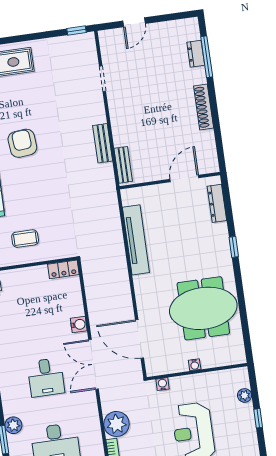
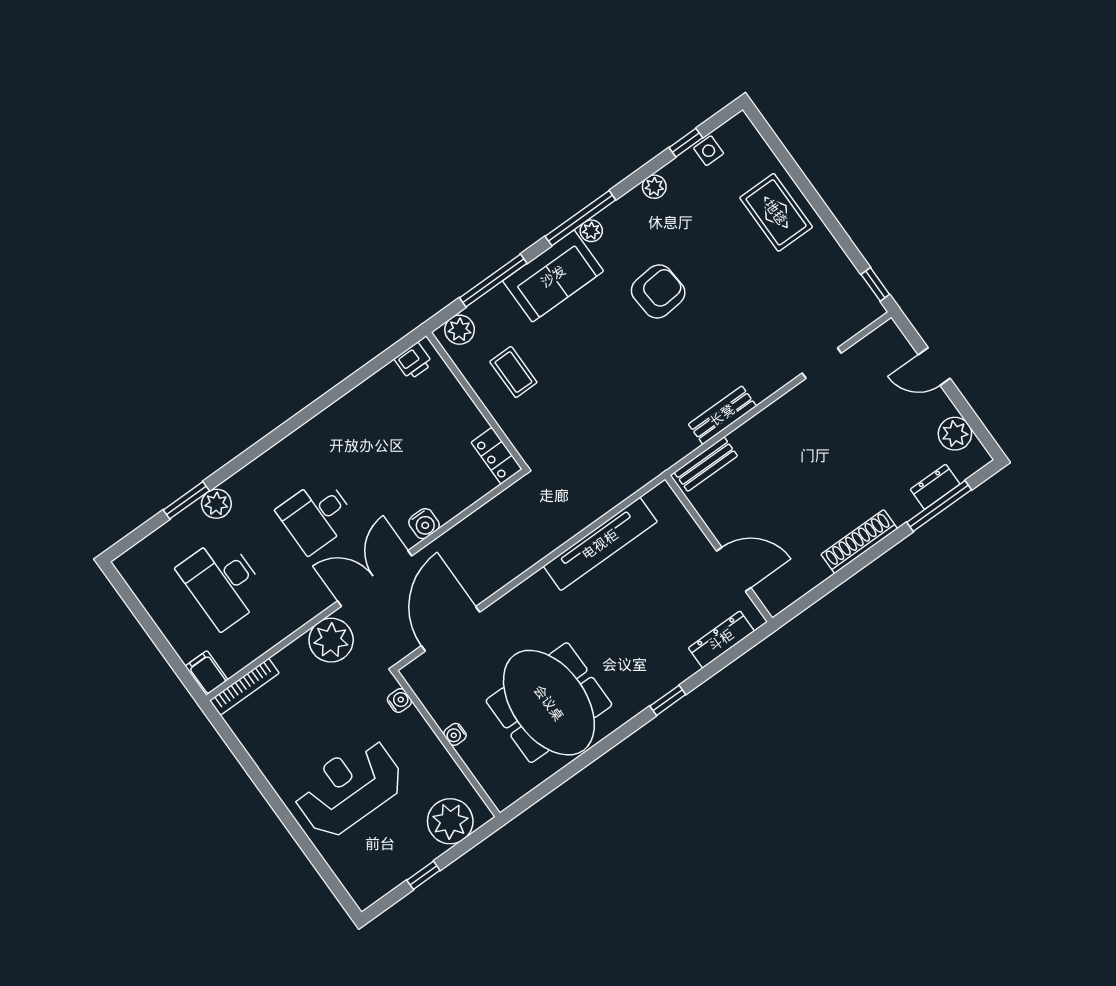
plant: (174, 29) -> (955, 434), added
plant: (245, 395) -> (450, 821), width x1.87, depth x1.87
plant: (116, 424) -> (331, 640), moved

